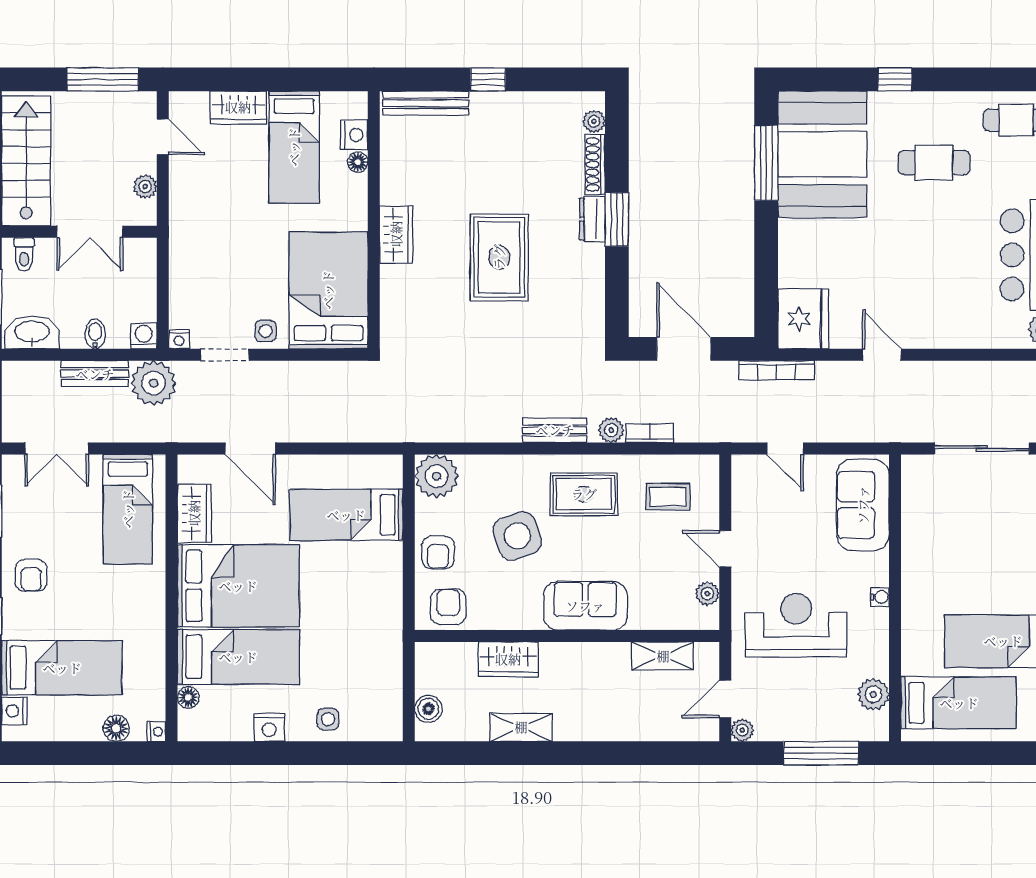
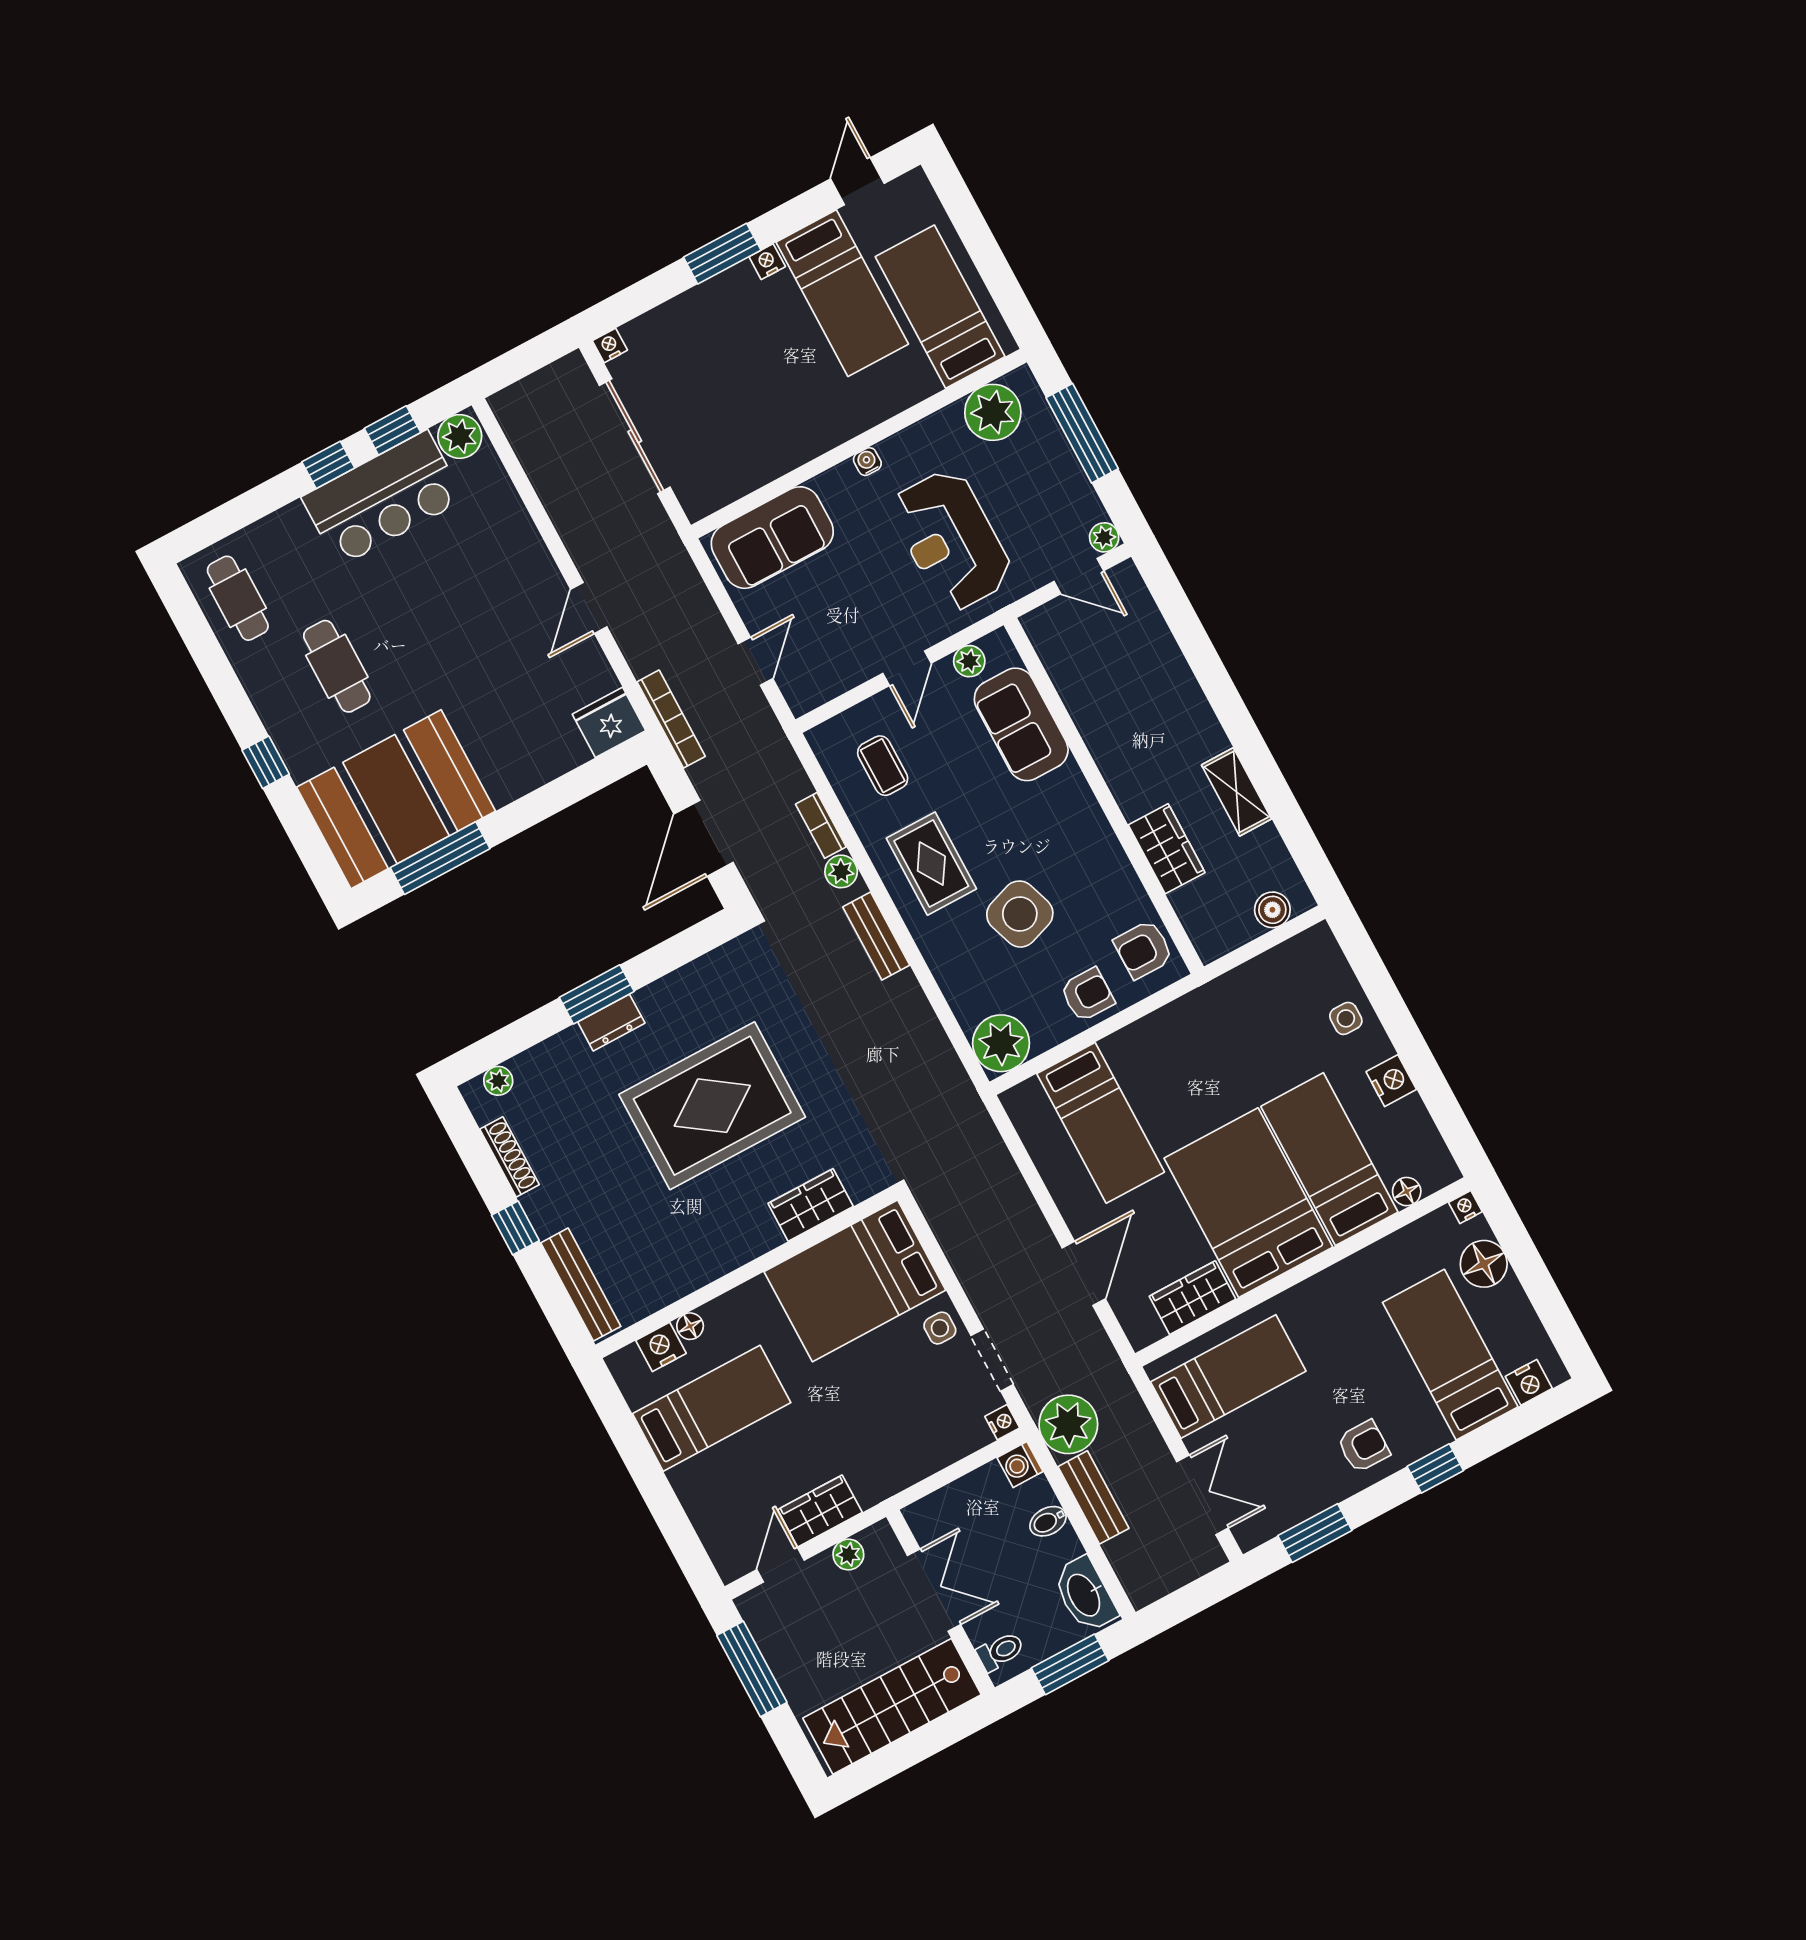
wardrobe: (238, 107) -> (820, 1511), moved, turned -90
shoe rack: (595, 164) -> (509, 1157), moved, turned -90
wardrobe: (396, 234) -> (811, 1205), moved
rug: (499, 257) -> (712, 1106), width x1.37, depth x1.44
fridge: (803, 319) -> (609, 722), width x0.73, depth x0.75
sofa: (585, 606) -> (1021, 724), moved
shelving: (663, 656) -> (1068, 674), removed
plant: (873, 694) -> (993, 412), width x1.36, depth x1.36
floor lamp: (116, 728) -> (1484, 1264), width x1.38, depth x1.38

